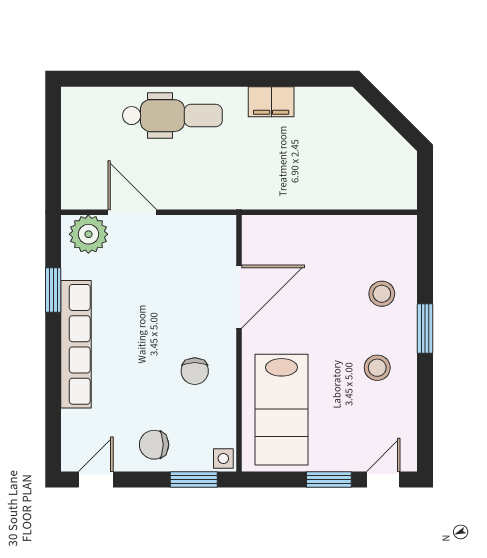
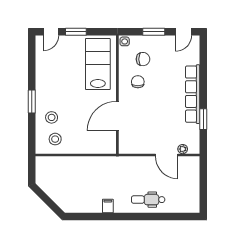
filing cabinet: (271, 102) -> (108, 206), width x0.50
dental chair: (172, 116) -> (148, 200), width x0.73, depth x0.72
plant: (88, 234) -> (183, 149), width x0.53, depth x0.53
stool: (377, 368) -> (55, 139), moved
chair: (154, 445) -> (143, 59), moved
window: (194, 479) -> (154, 32), moved

